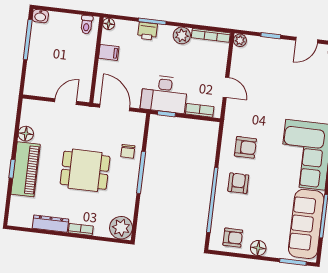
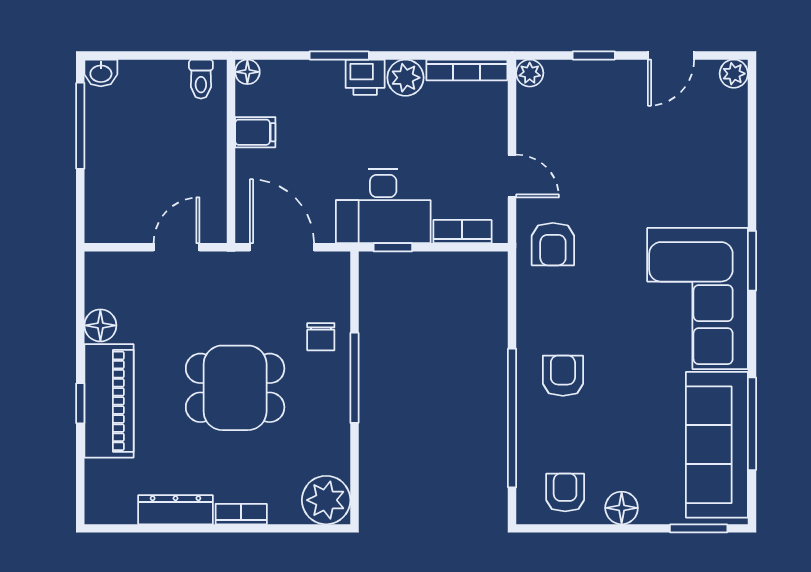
printer: (147, 31) -> (365, 77), moved
armchair: (245, 147) -> (553, 244), moved, turned 90
armchair: (233, 238) -> (565, 493), turned -90

